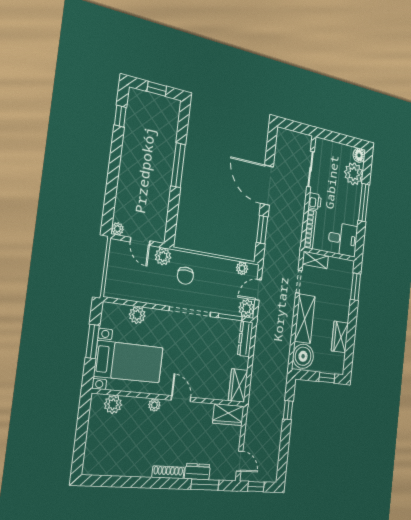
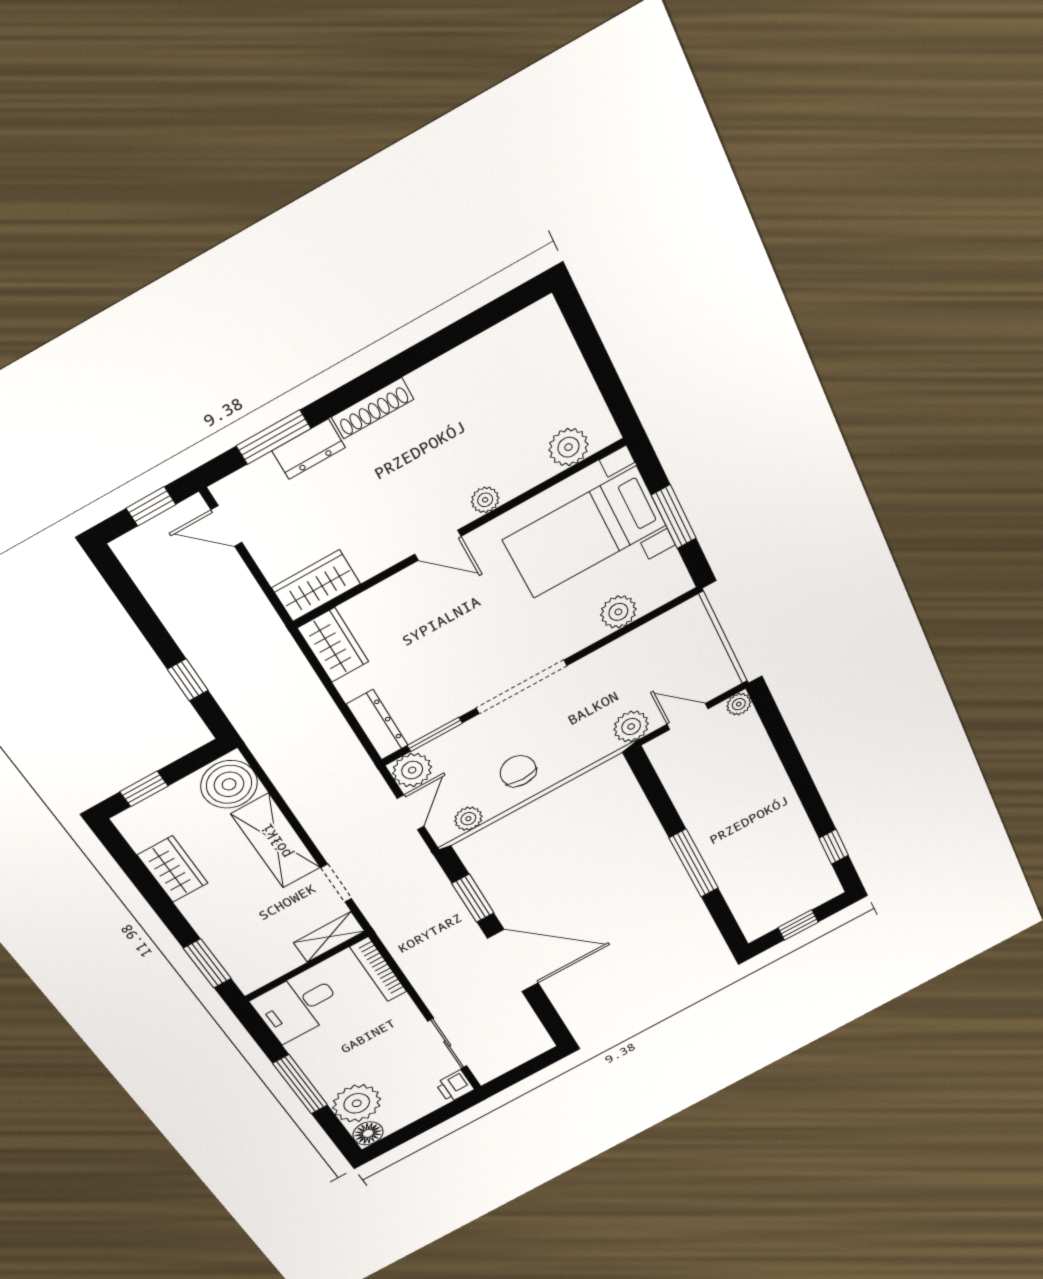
printer: (315, 201) -> (455, 1086), moved
chair: (185, 276) -> (518, 771), moved

